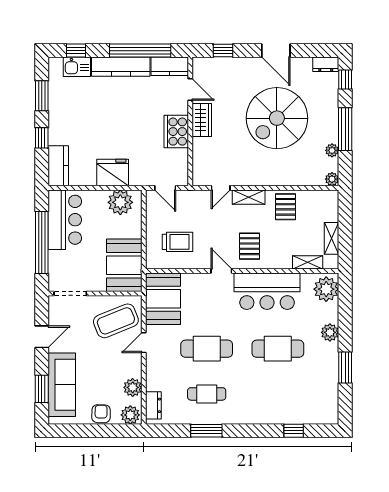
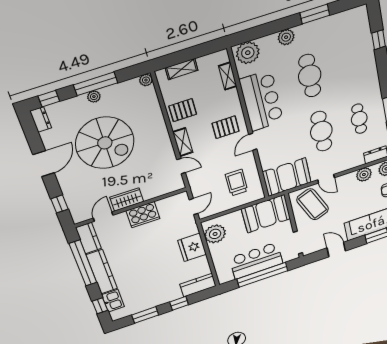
plant: (332, 150) -> (94, 97), moved
bar counter: (65, 220) -> (256, 261), moved
shelving: (332, 238) -> (182, 69), moved

